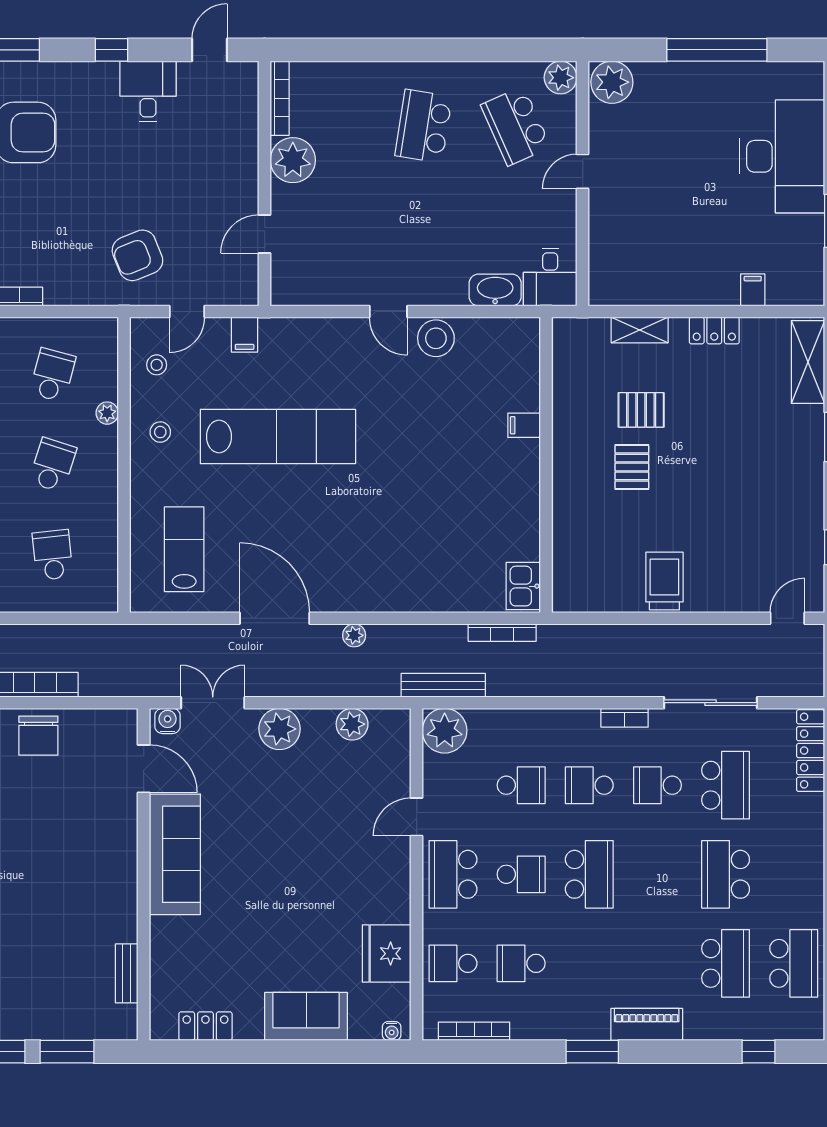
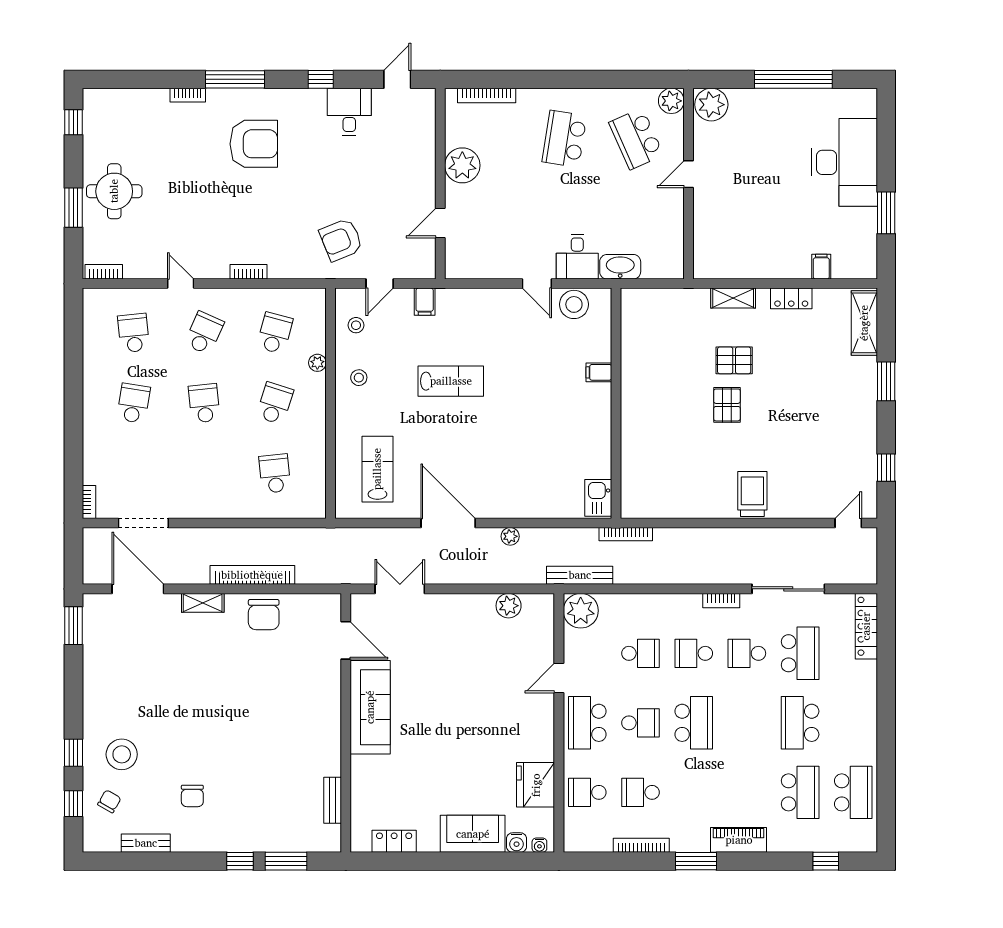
bookcase: (280, 98) -> (487, 96), moved, turned 90
desk: (550, 277) -> (577, 257), moved
filing cabinet: (524, 425) -> (599, 372), moved
lab bench: (278, 436) -> (451, 381), width x0.54, depth x0.72
wall: (546, 465) -> (616, 403), moved
kitchen sink: (523, 586) -> (598, 498), moved
water cooler: (168, 721) -> (517, 843), moved, turned 180
plant: (279, 729) -> (452, 609), removed
bookcase: (474, 1031) -> (641, 845), moved

